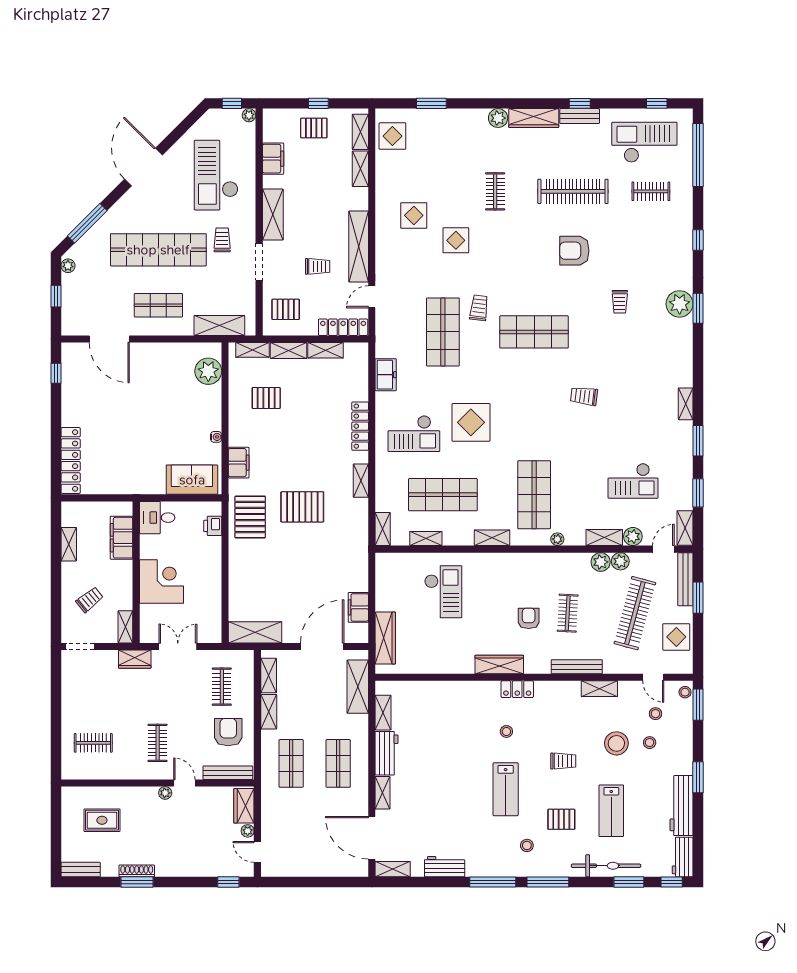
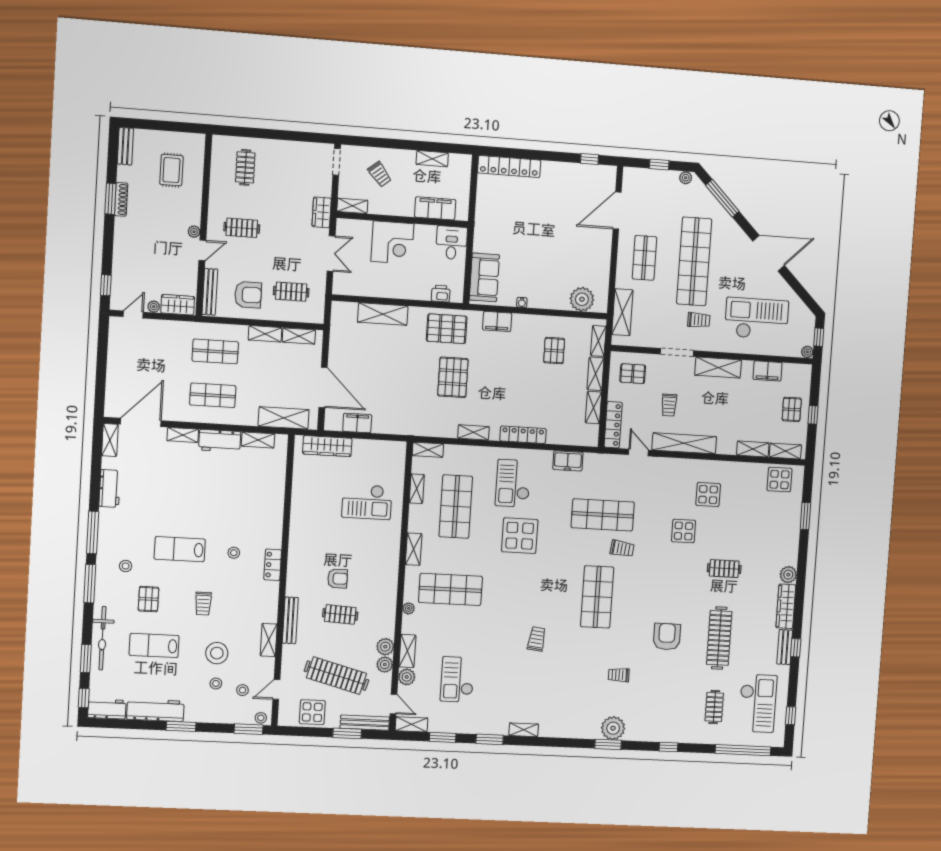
pallet: (286, 309) -> (633, 374), turned 90
shelving: (255, 632) -> (383, 314), moved, turned 90
wardrobe: (499, 664) -> (297, 549), removed

